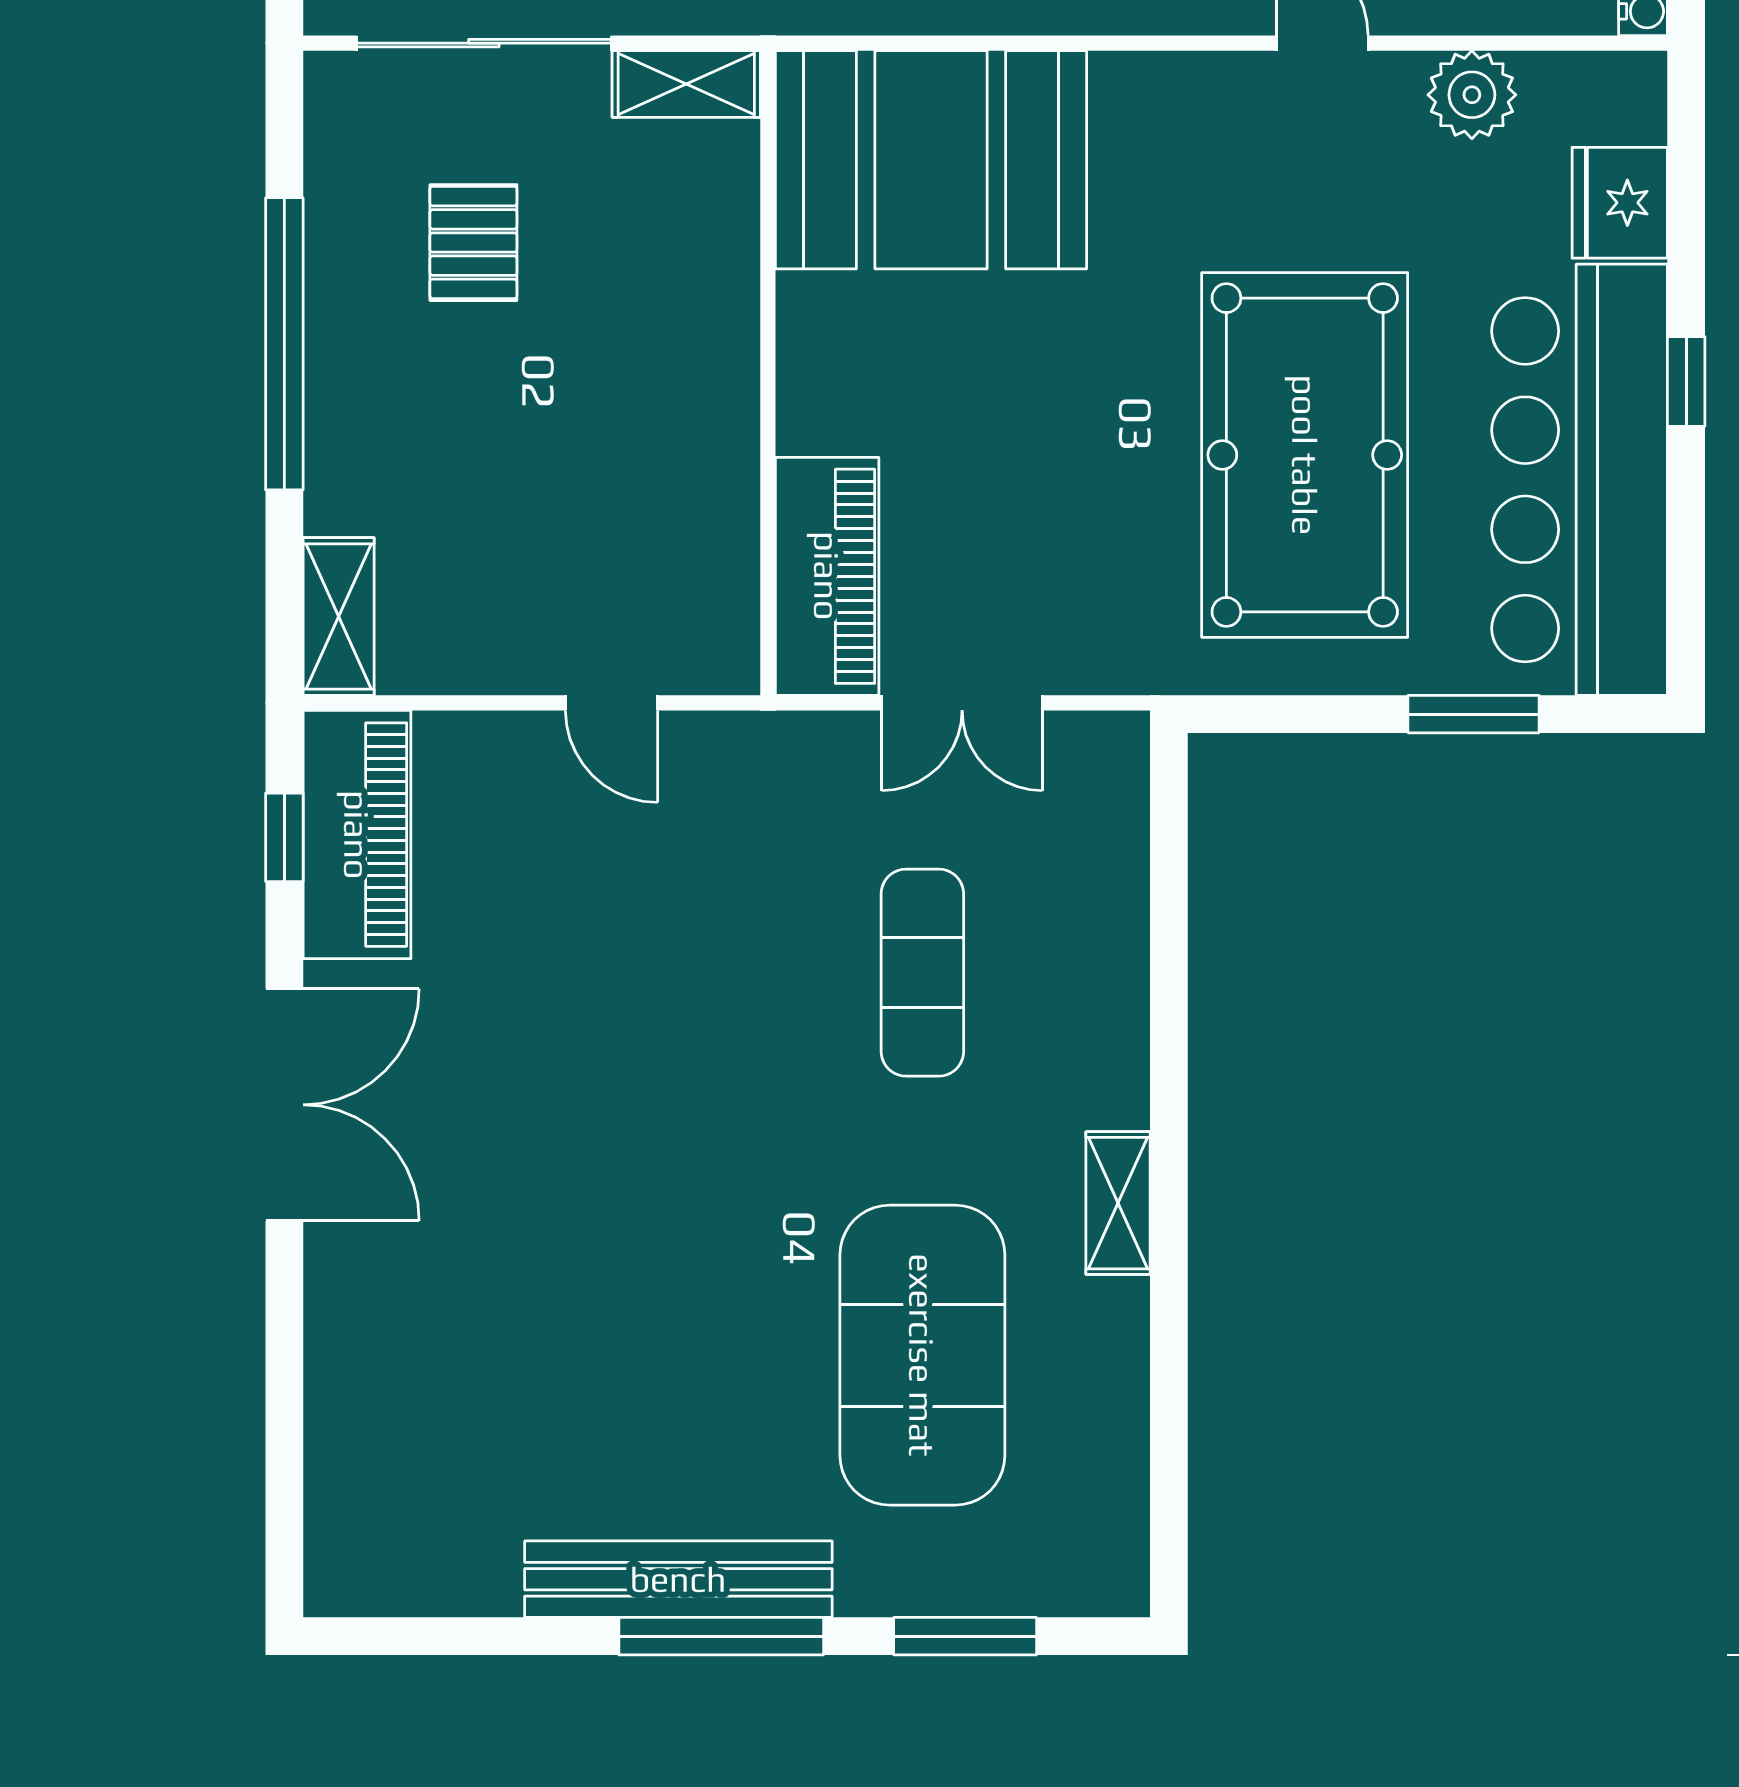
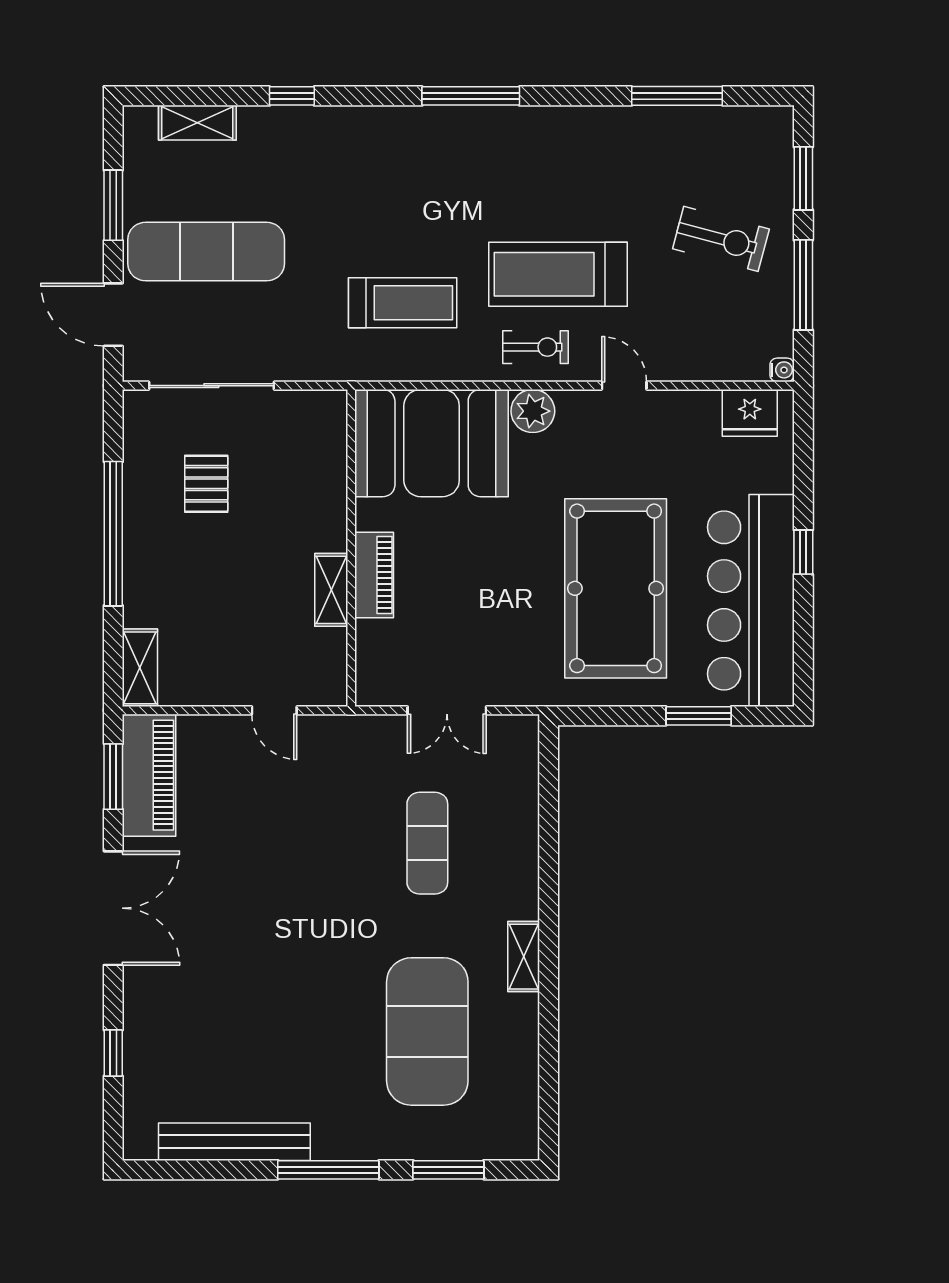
shelving: (686, 84) -> (331, 590), moved, turned 90
plant: (1472, 95) -> (533, 411), moved
fridge: (1620, 203) -> (750, 413), moved, turned -90
piano: (827, 576) -> (374, 575), moved, width x0.73, depth x0.75
window: (284, 837) -> (113, 777), width x1.50
window: (284, 1399) -> (113, 1053), added
bench: (678, 1579) -> (234, 1142), moved

